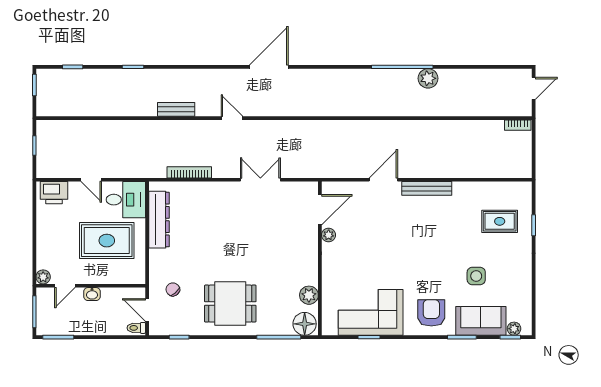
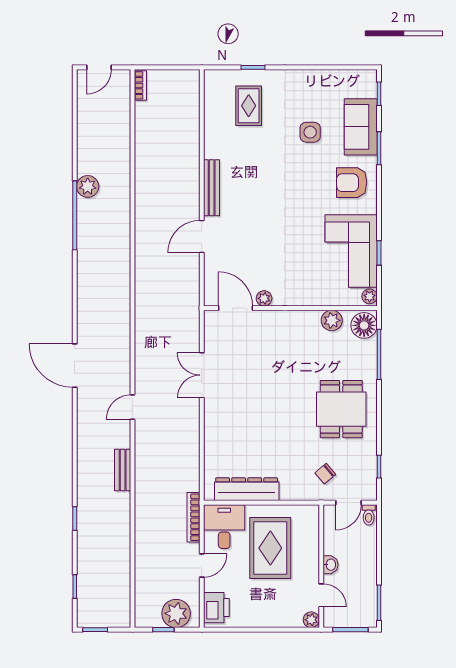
door: (534, 88) -> (99, 67), swing flipped
plant: (49, 157) -> (176, 613), added
bookcase: (189, 172) -> (194, 517), moved
door: (383, 180) -> (202, 237), hinge flipped
plant: (514, 329) -> (370, 296), moved

